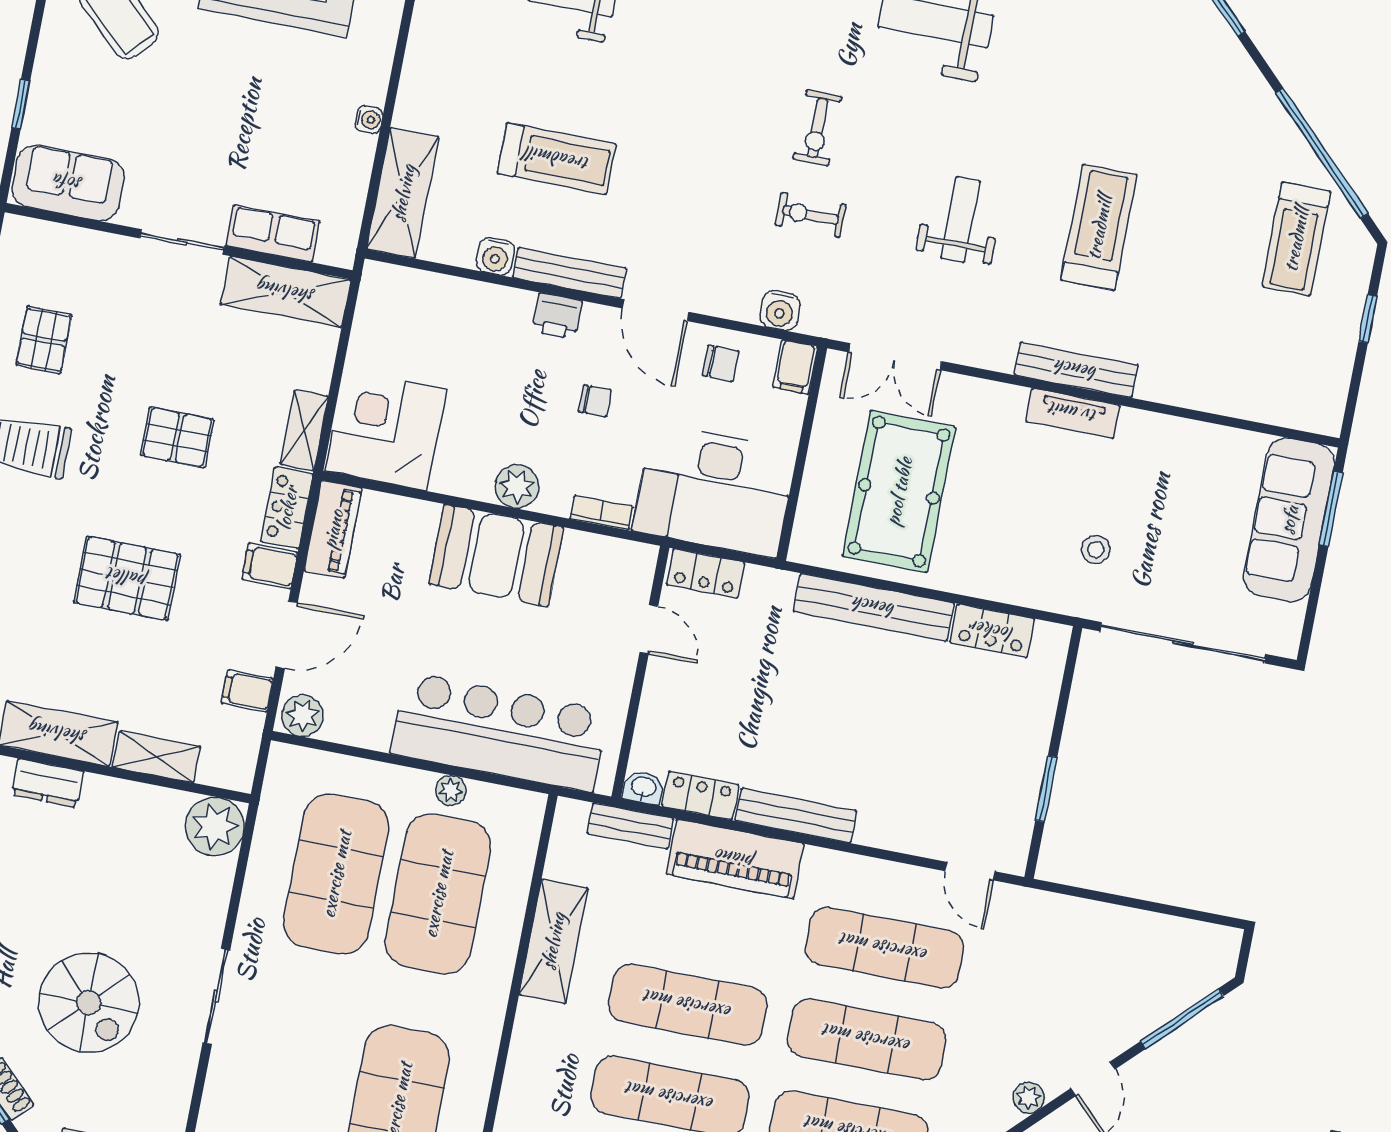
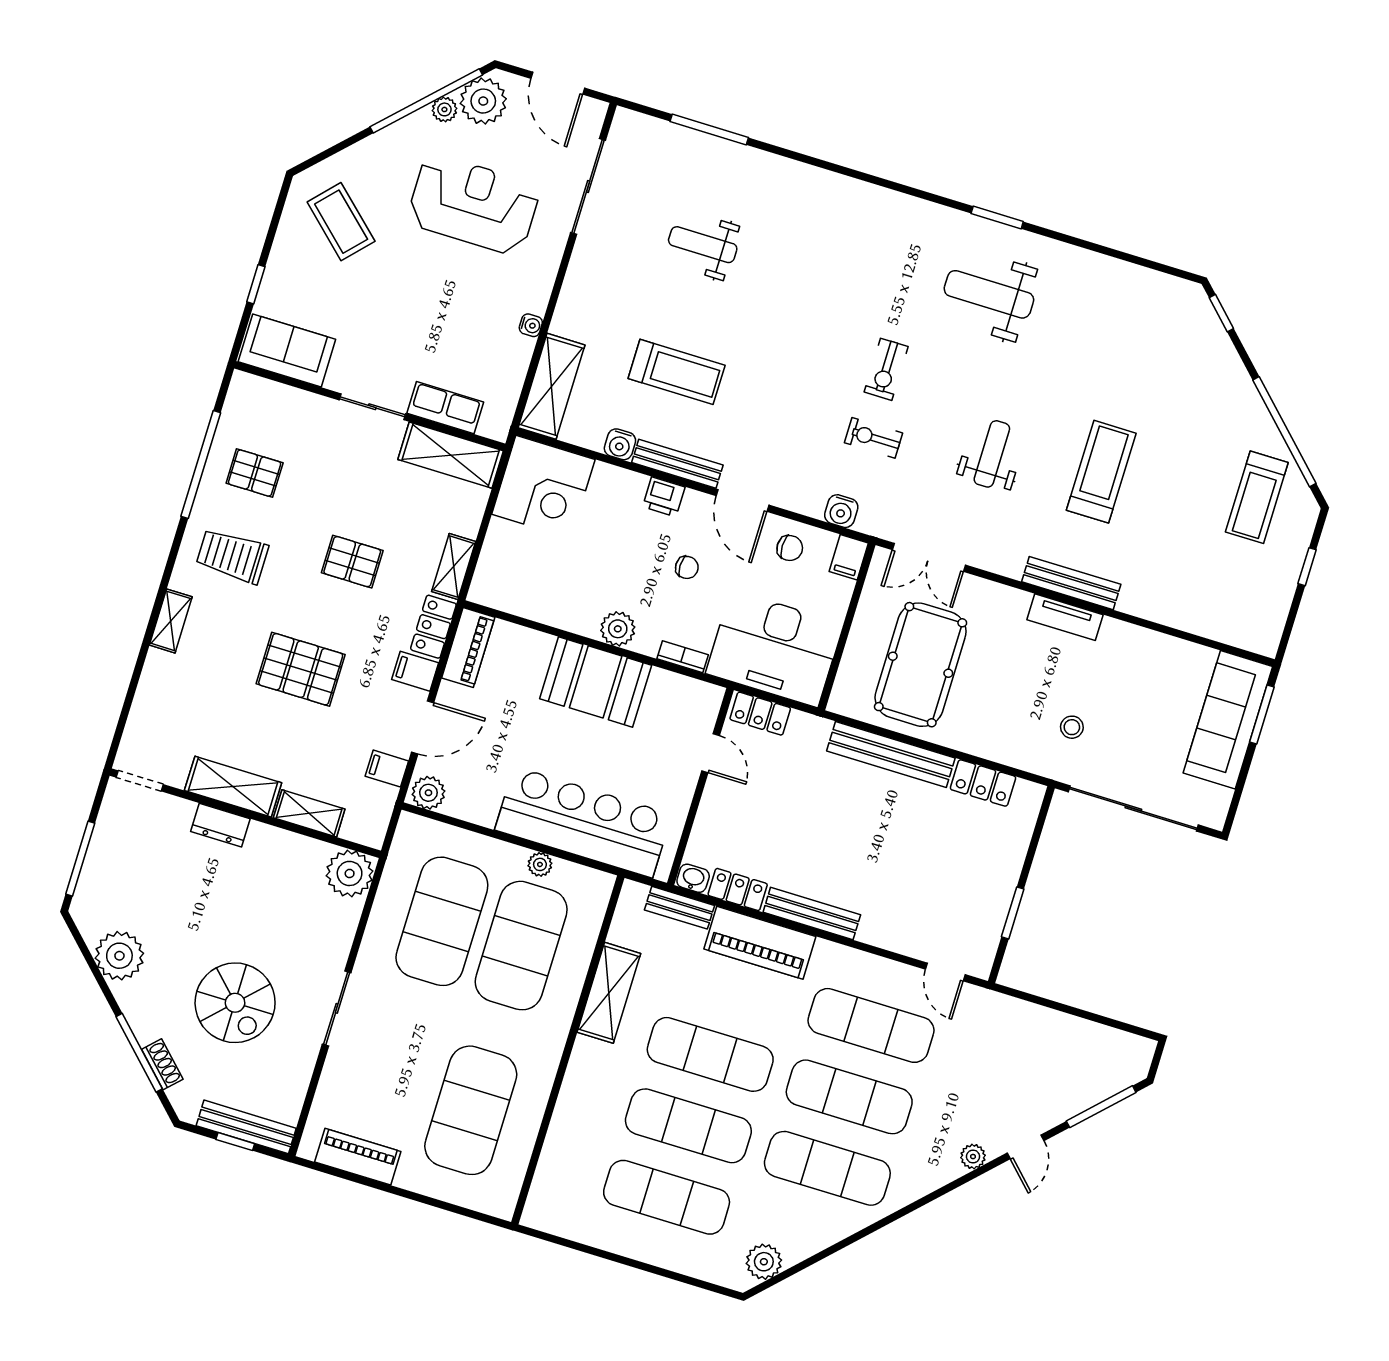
pallet: (44, 340) -> (255, 473), turned 90
corner desk: (386, 430) -> (543, 487), moved, turned 180

